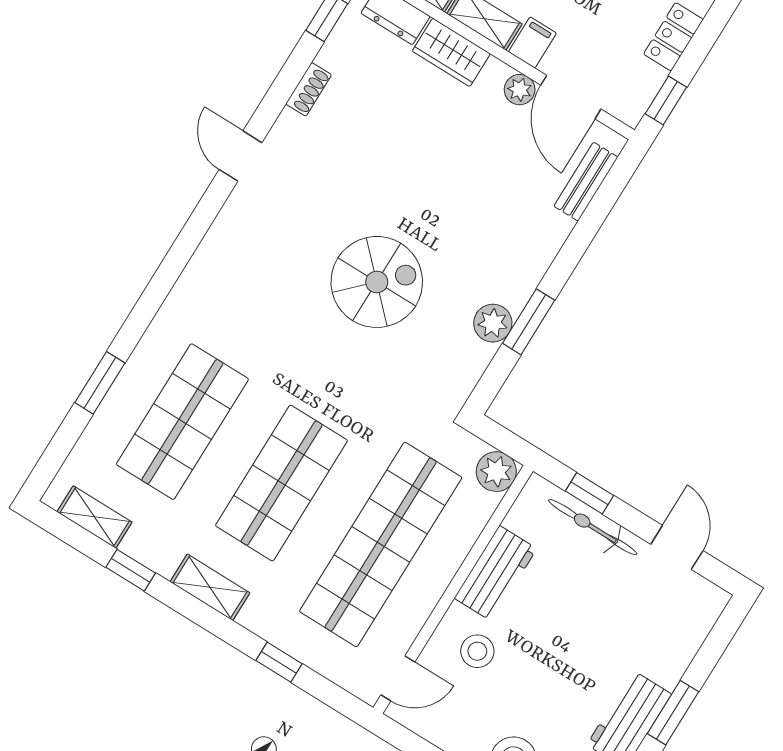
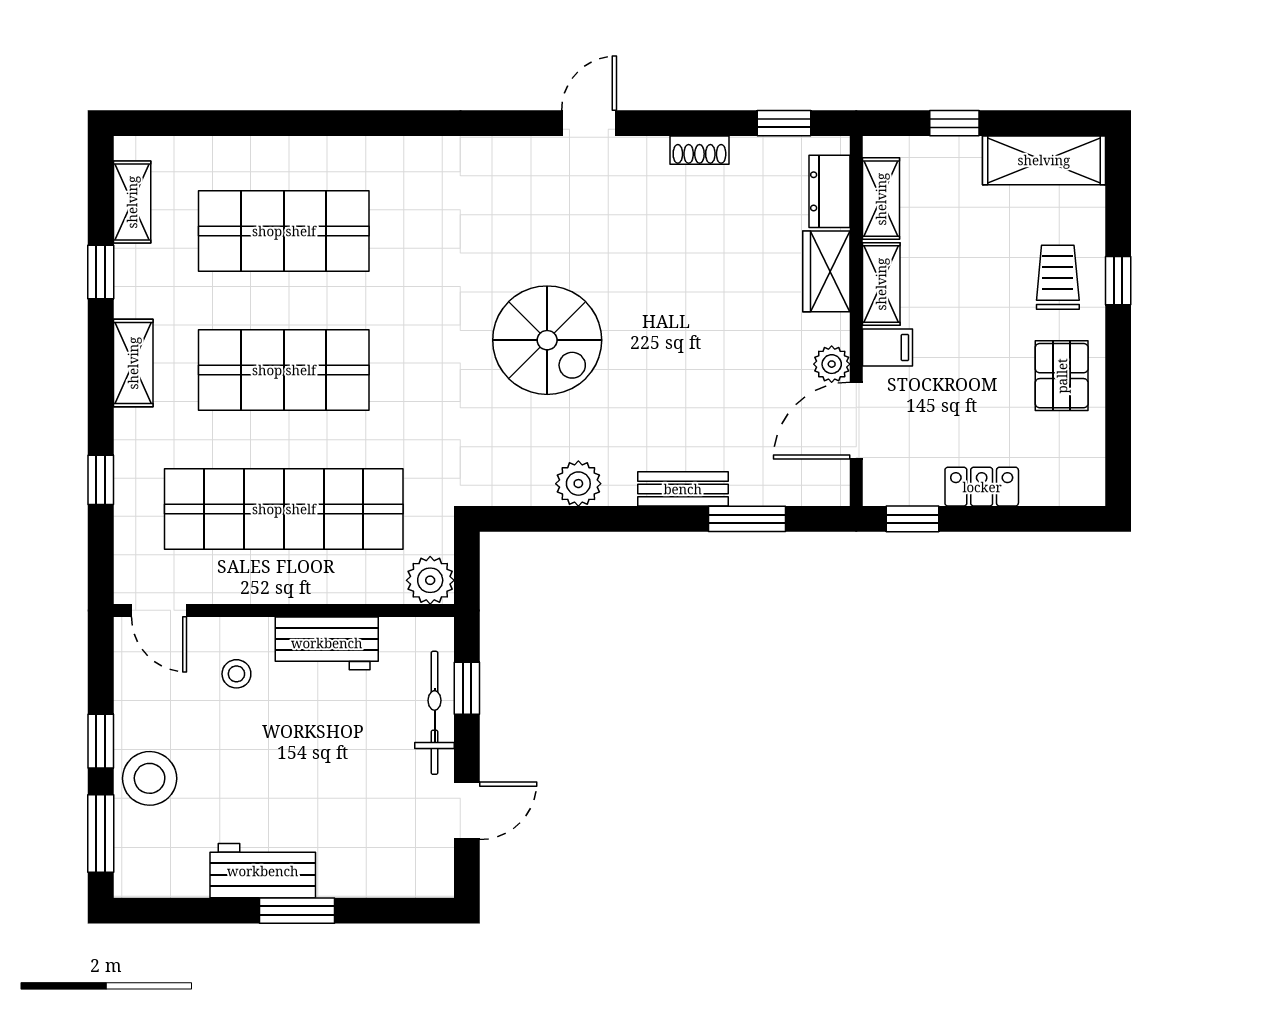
bench: (586, 182) -> (683, 489), moved
window: (529, 322) -> (747, 519), moved
window: (100, 383) -> (271, 123), removed
stool: (477, 651) -> (236, 674), width x0.73, depth x0.73

